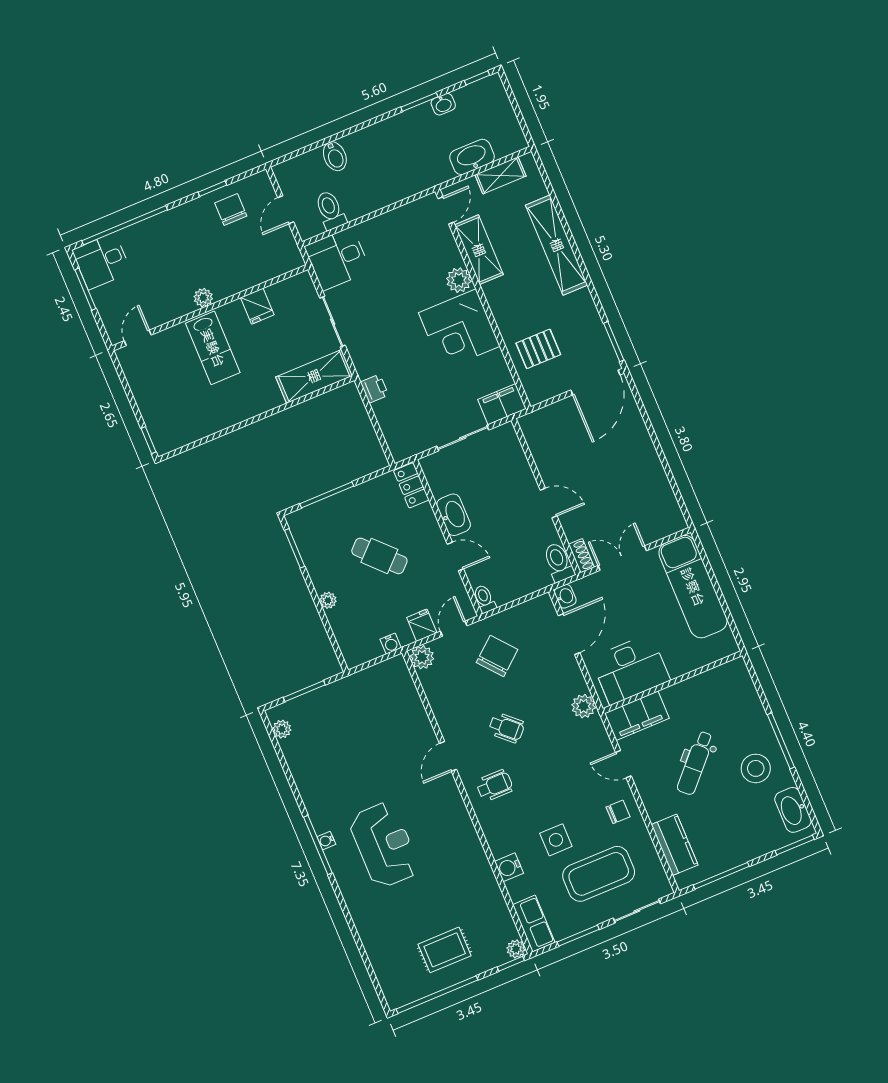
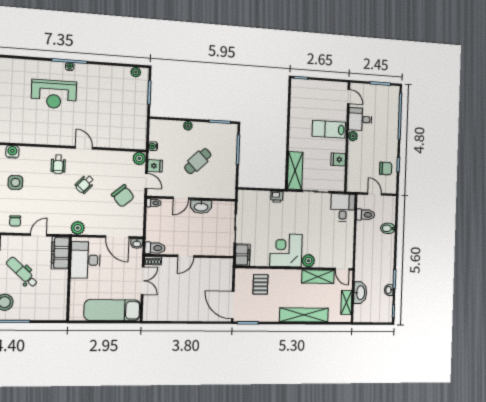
desk: (102, 261) -> (360, 119), moved, turned -90
locker: (411, 485) -> (224, 193), removed

